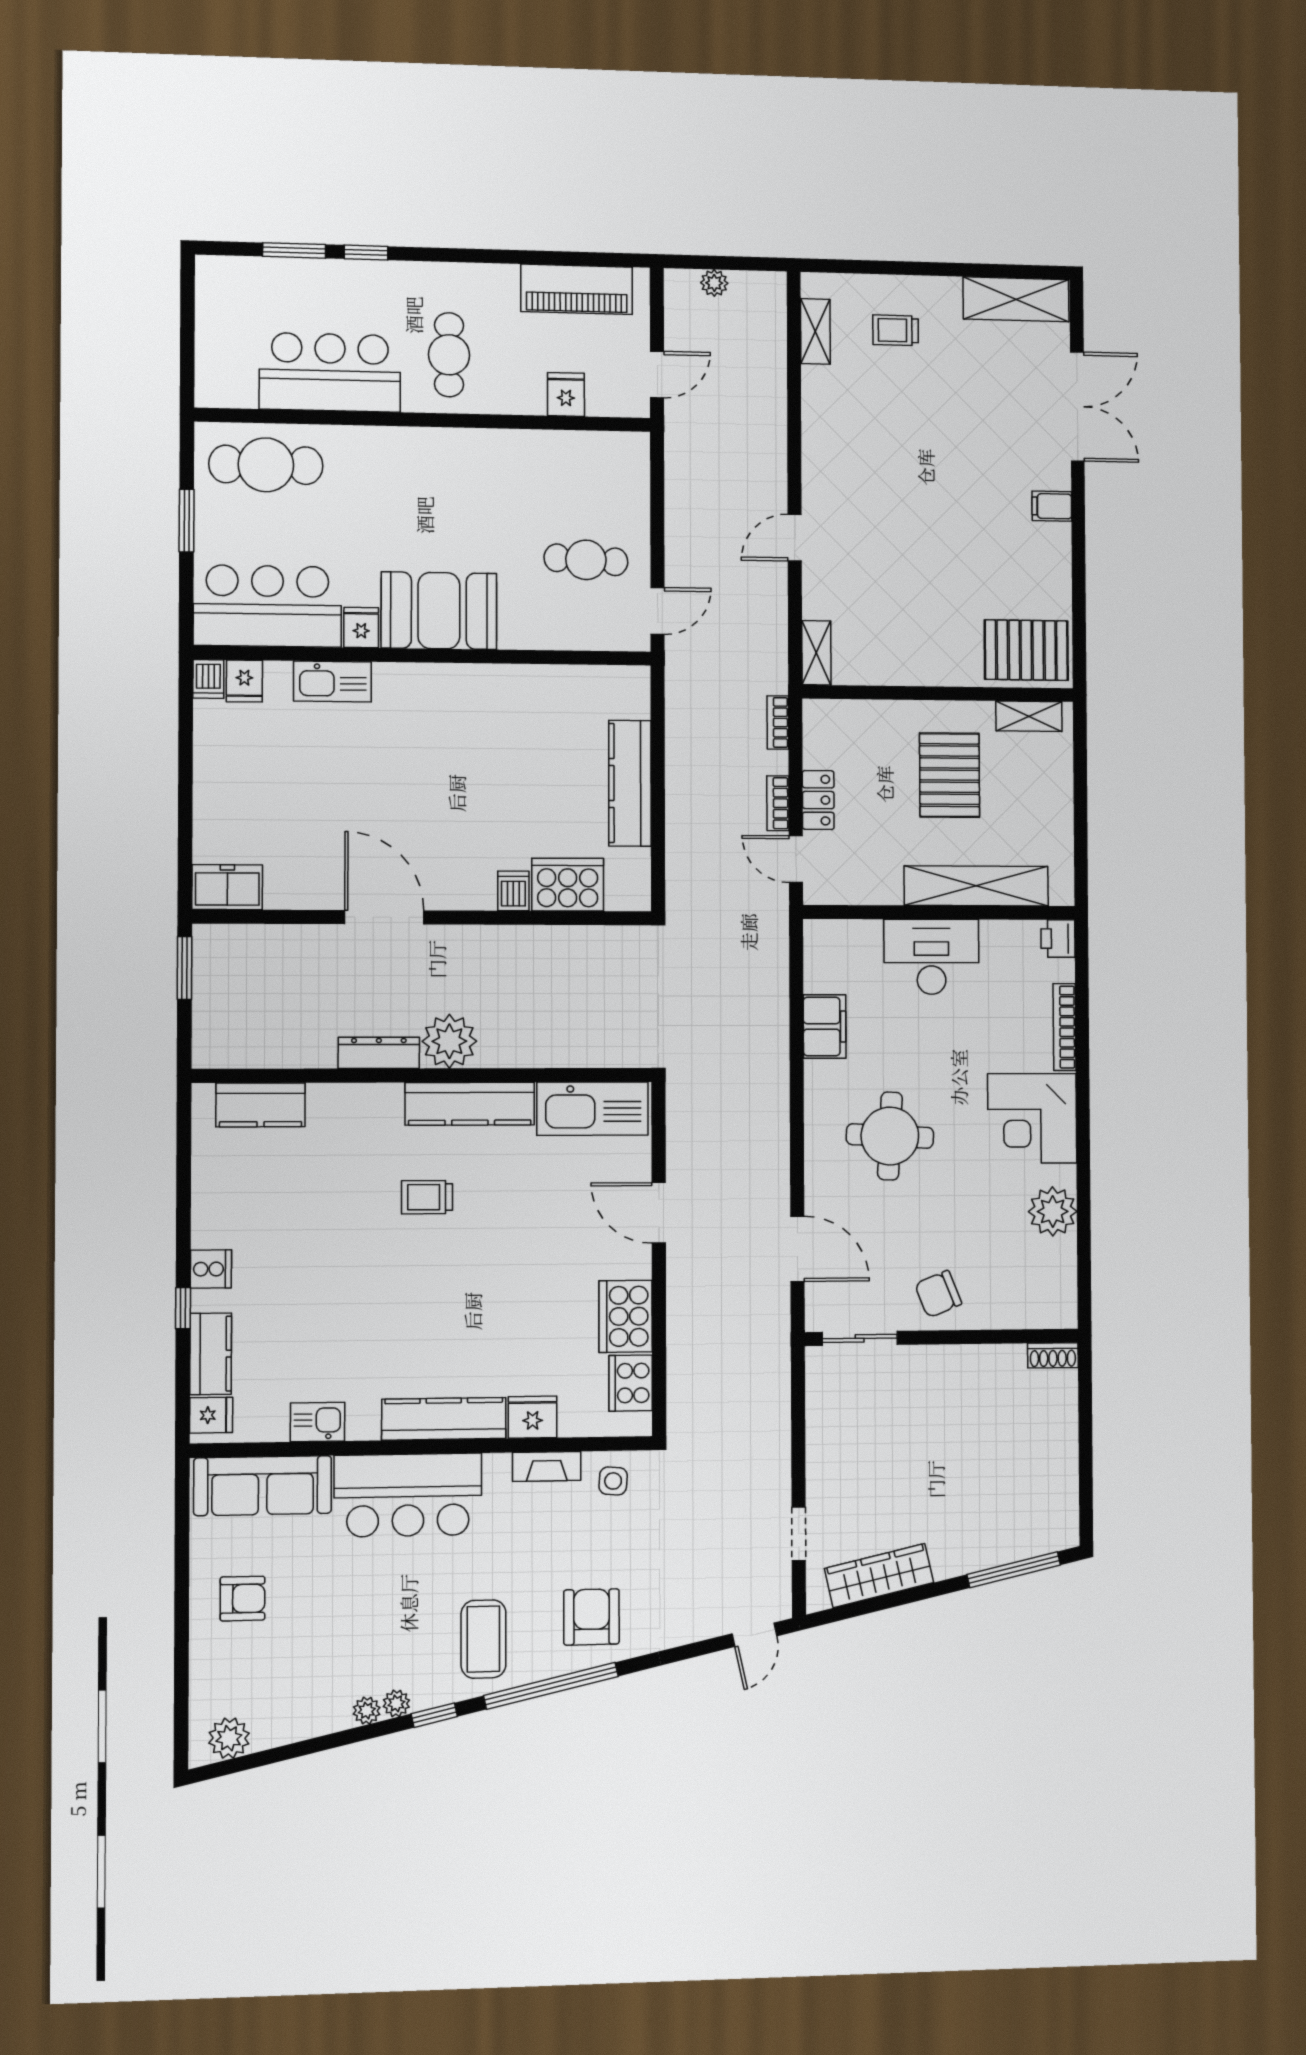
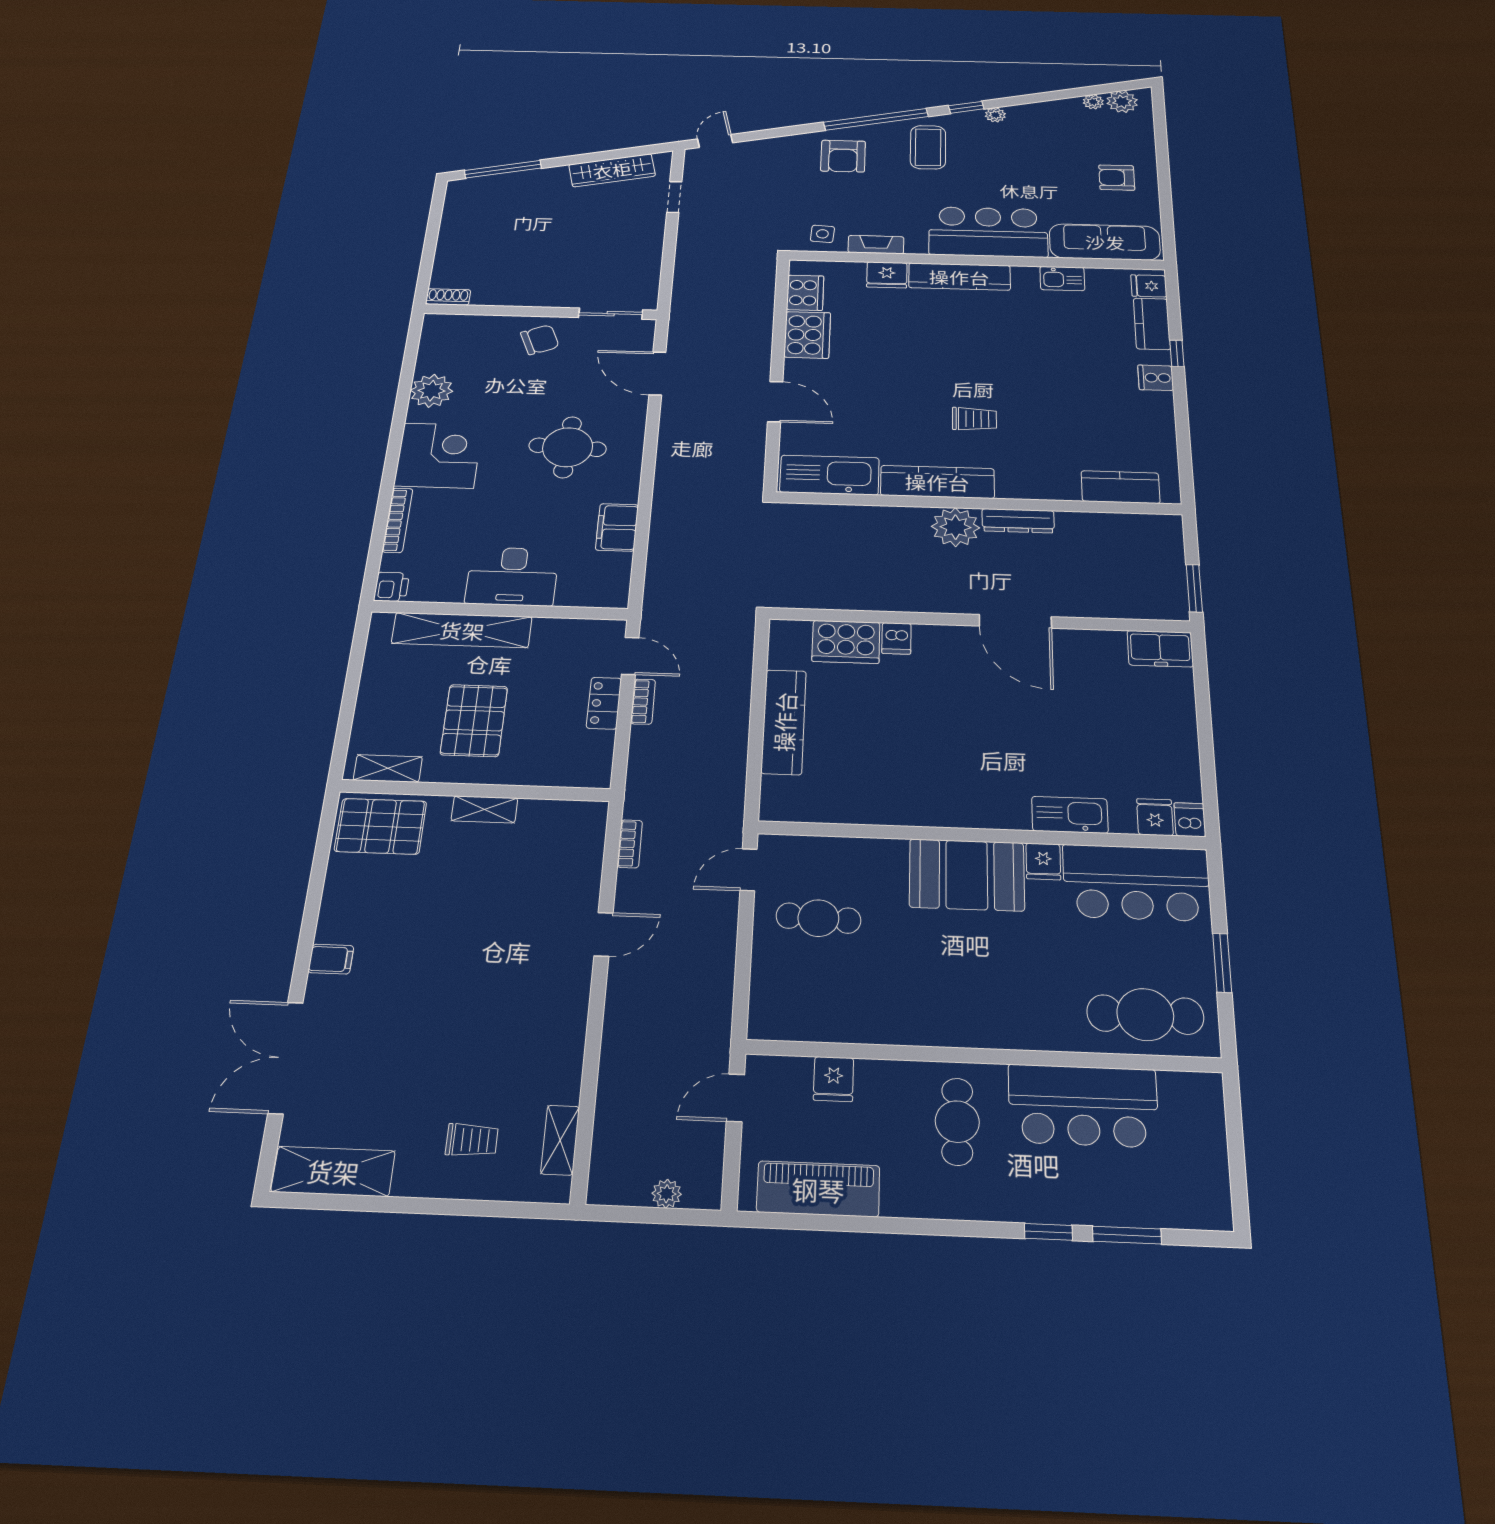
shelving: (816, 653) -> (484, 809), moved, turned 90
bookcase: (778, 722) -> (630, 844), moved
plant: (367, 1711) -> (1093, 102), moved

